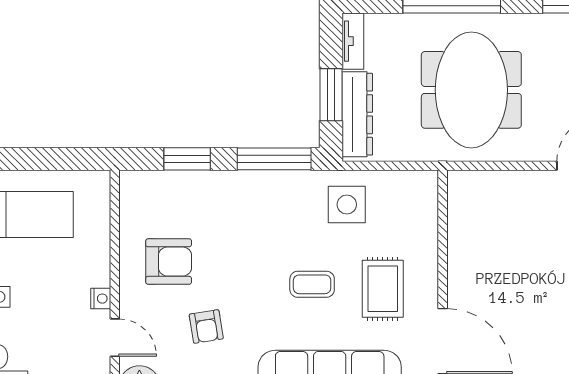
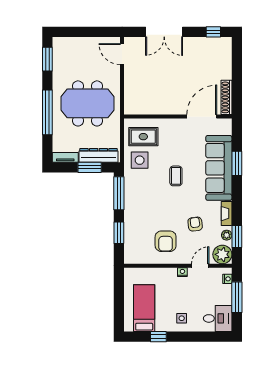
armchair: (169, 262) -> (166, 241), turned 180
rug: (383, 289) -> (143, 137), moved
armchair: (206, 326) -> (195, 224), turned -88

